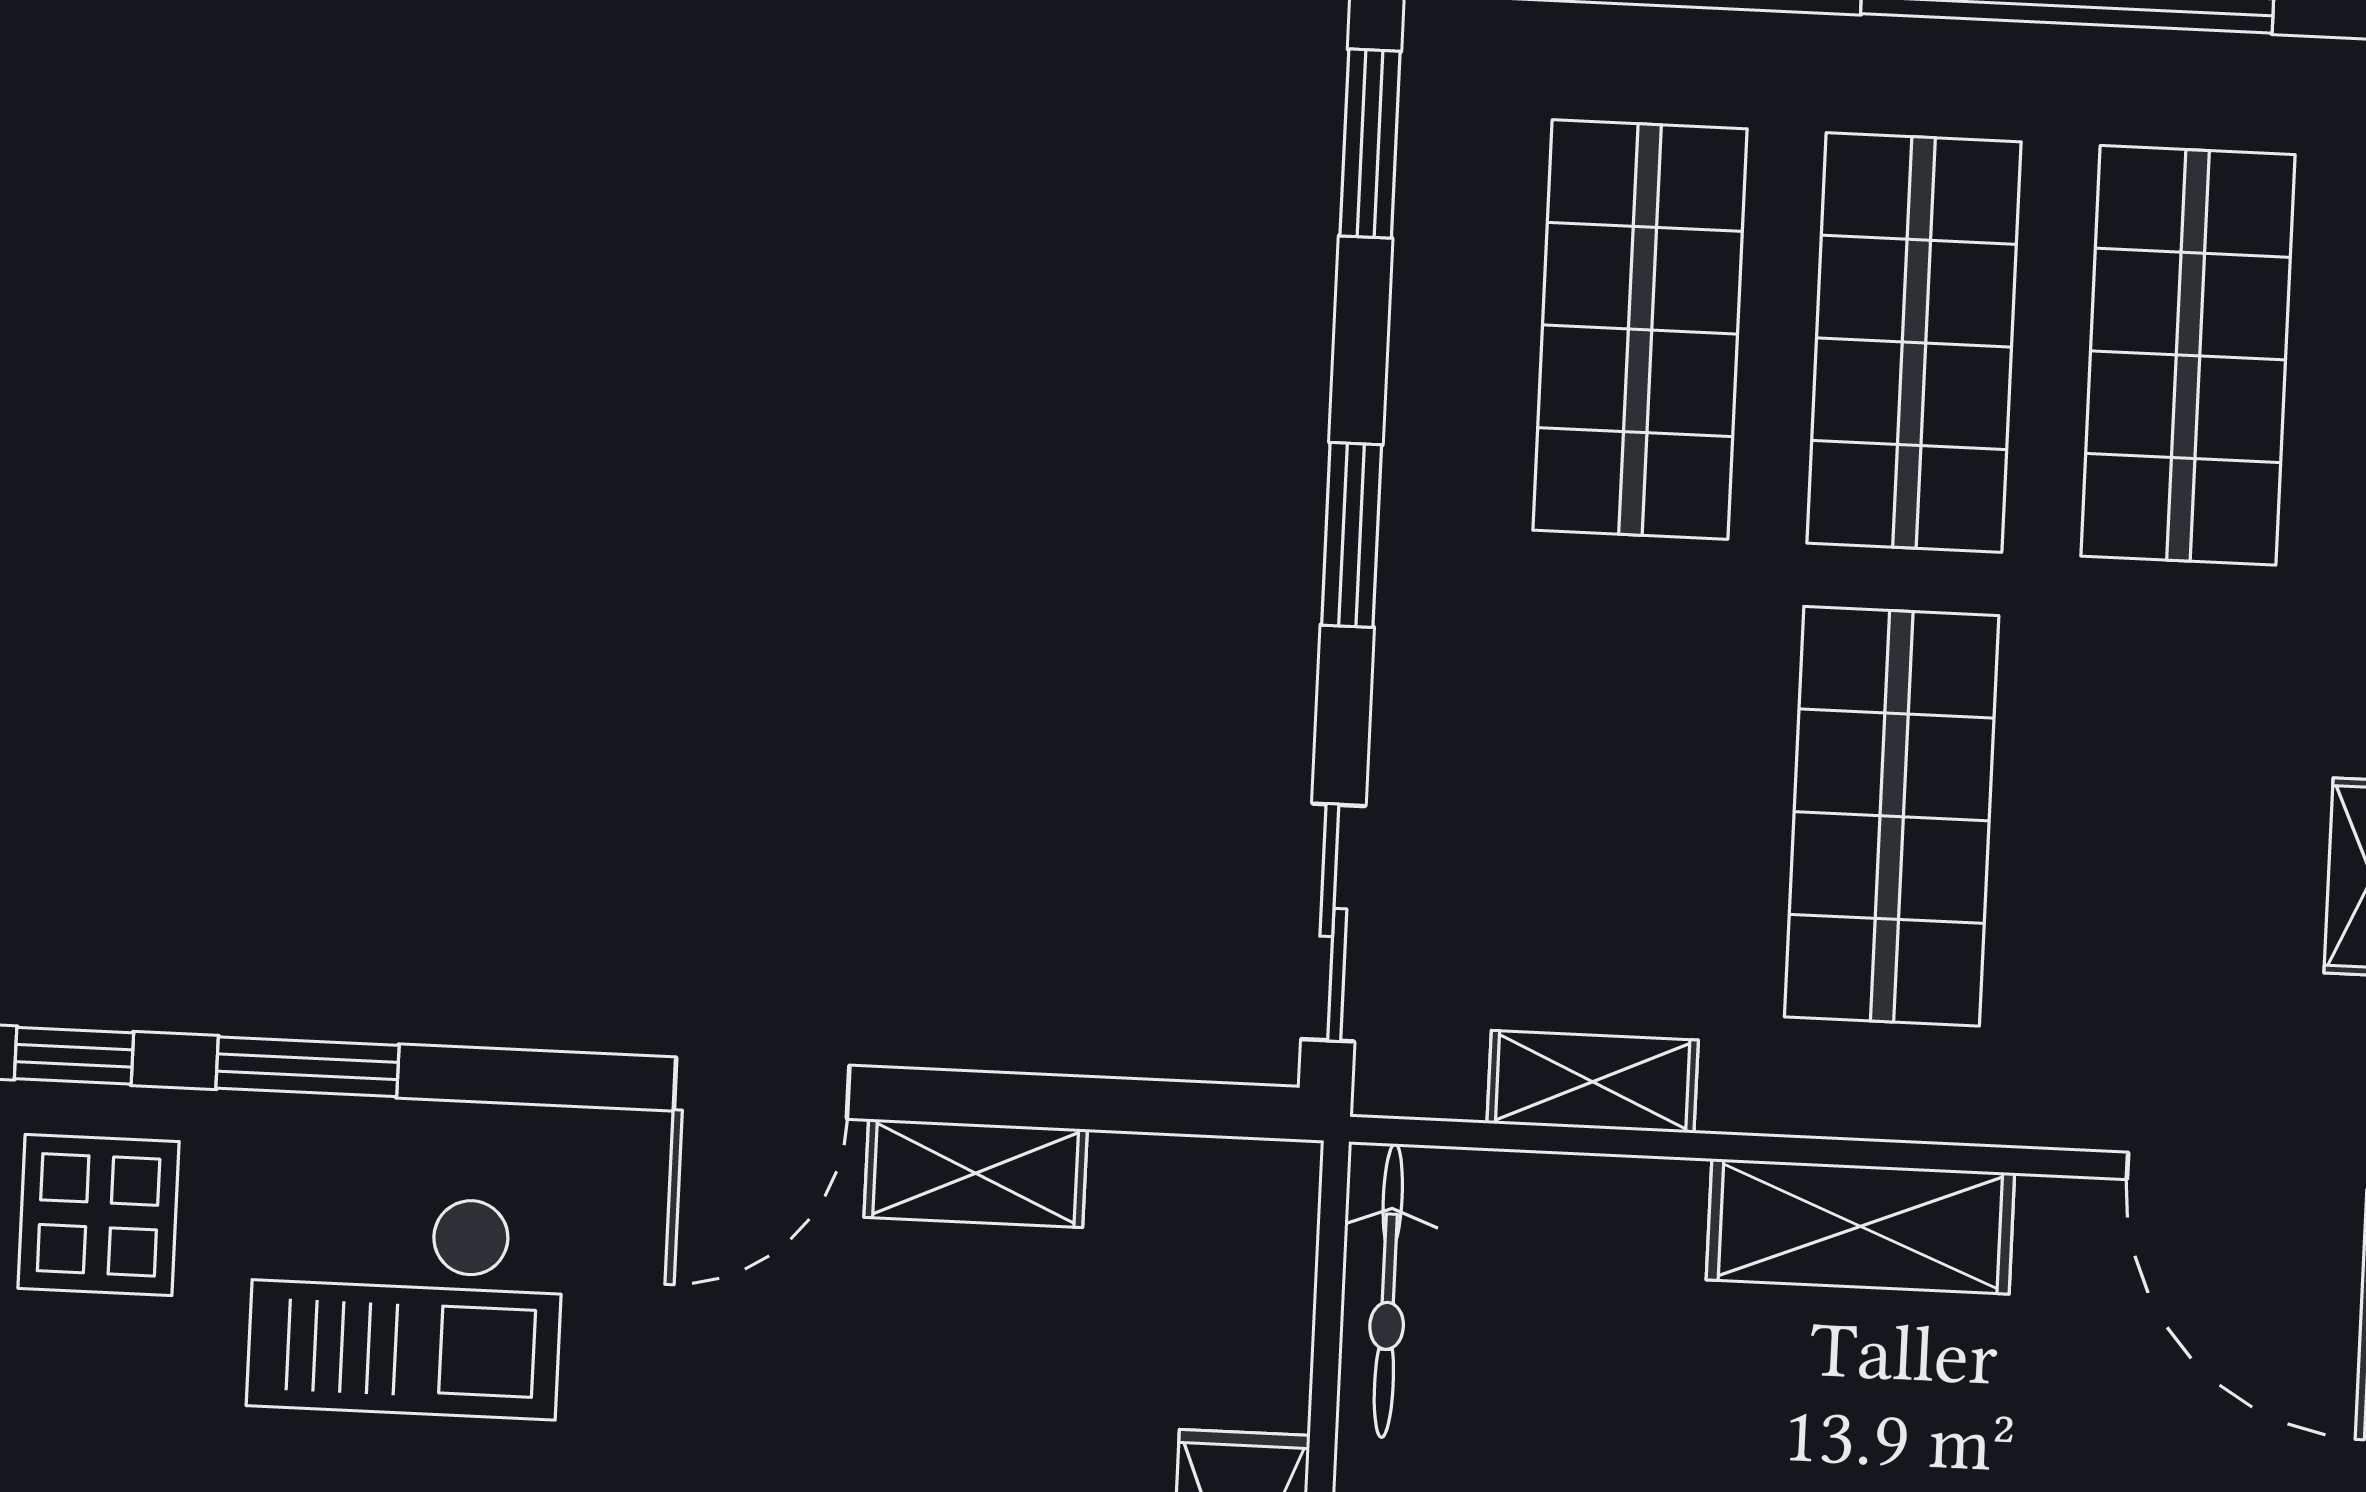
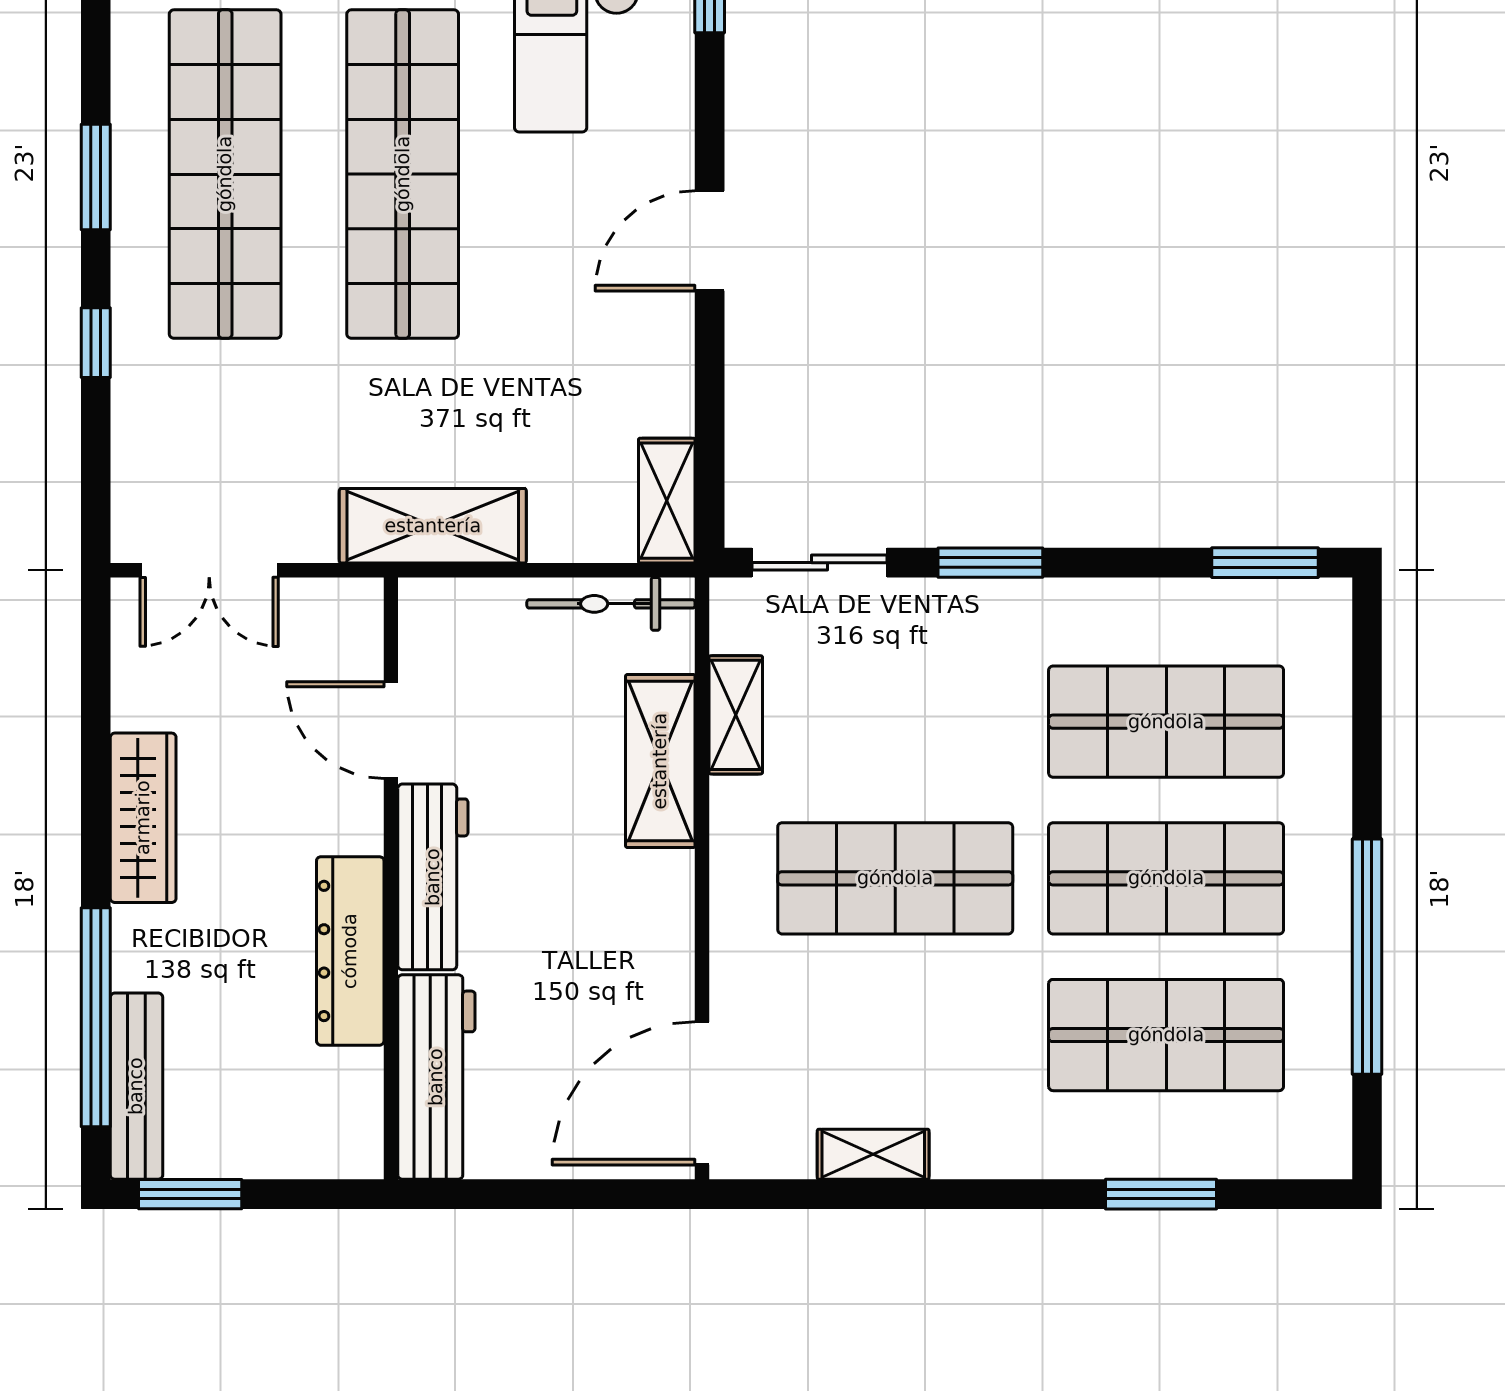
window: (1352, 535) -> (990, 563), moved
door: (762, 1088) -> (710, 241), hinge flipped
shelving: (976, 1173) -> (667, 501), moved
shelving: (1860, 1226) -> (660, 761), moved

